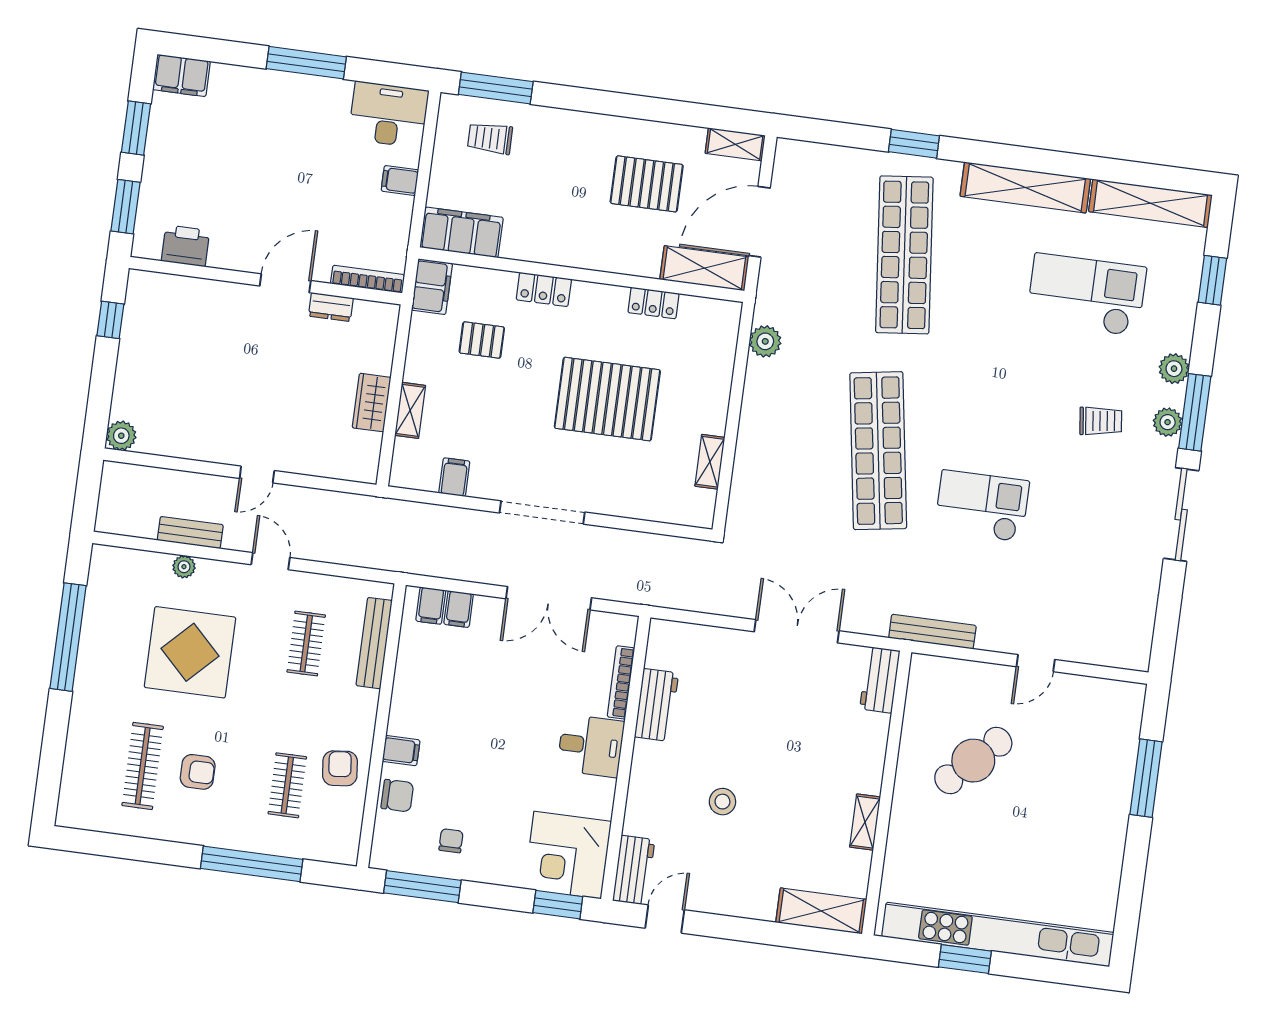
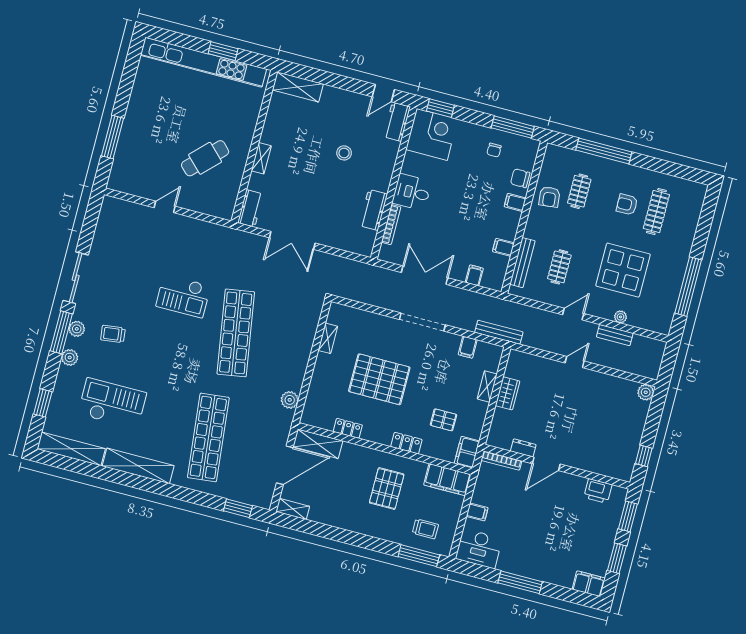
window: (914, 144) -> (238, 508), moved
pallet: (647, 184) -> (387, 489), moved, turned 90
checkout: (1086, 295) -> (112, 404), turned 180
door: (270, 561) -> (573, 314), swing flipped
filing cabinet: (431, 606) -> (503, 247), moved, turned -90
bench: (932, 632) -> (499, 332), moved
shelving: (865, 822) -> (261, 158), moved

